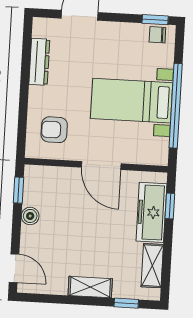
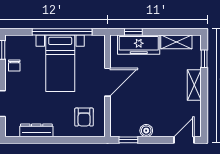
chair: (157, 35) -> (14, 66), moved

